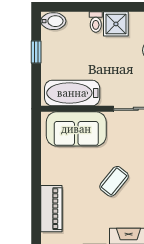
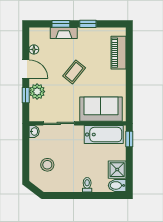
shower: (116, 24) -> (117, 170), moved
window: (36, 52) -> (129, 139), moved

